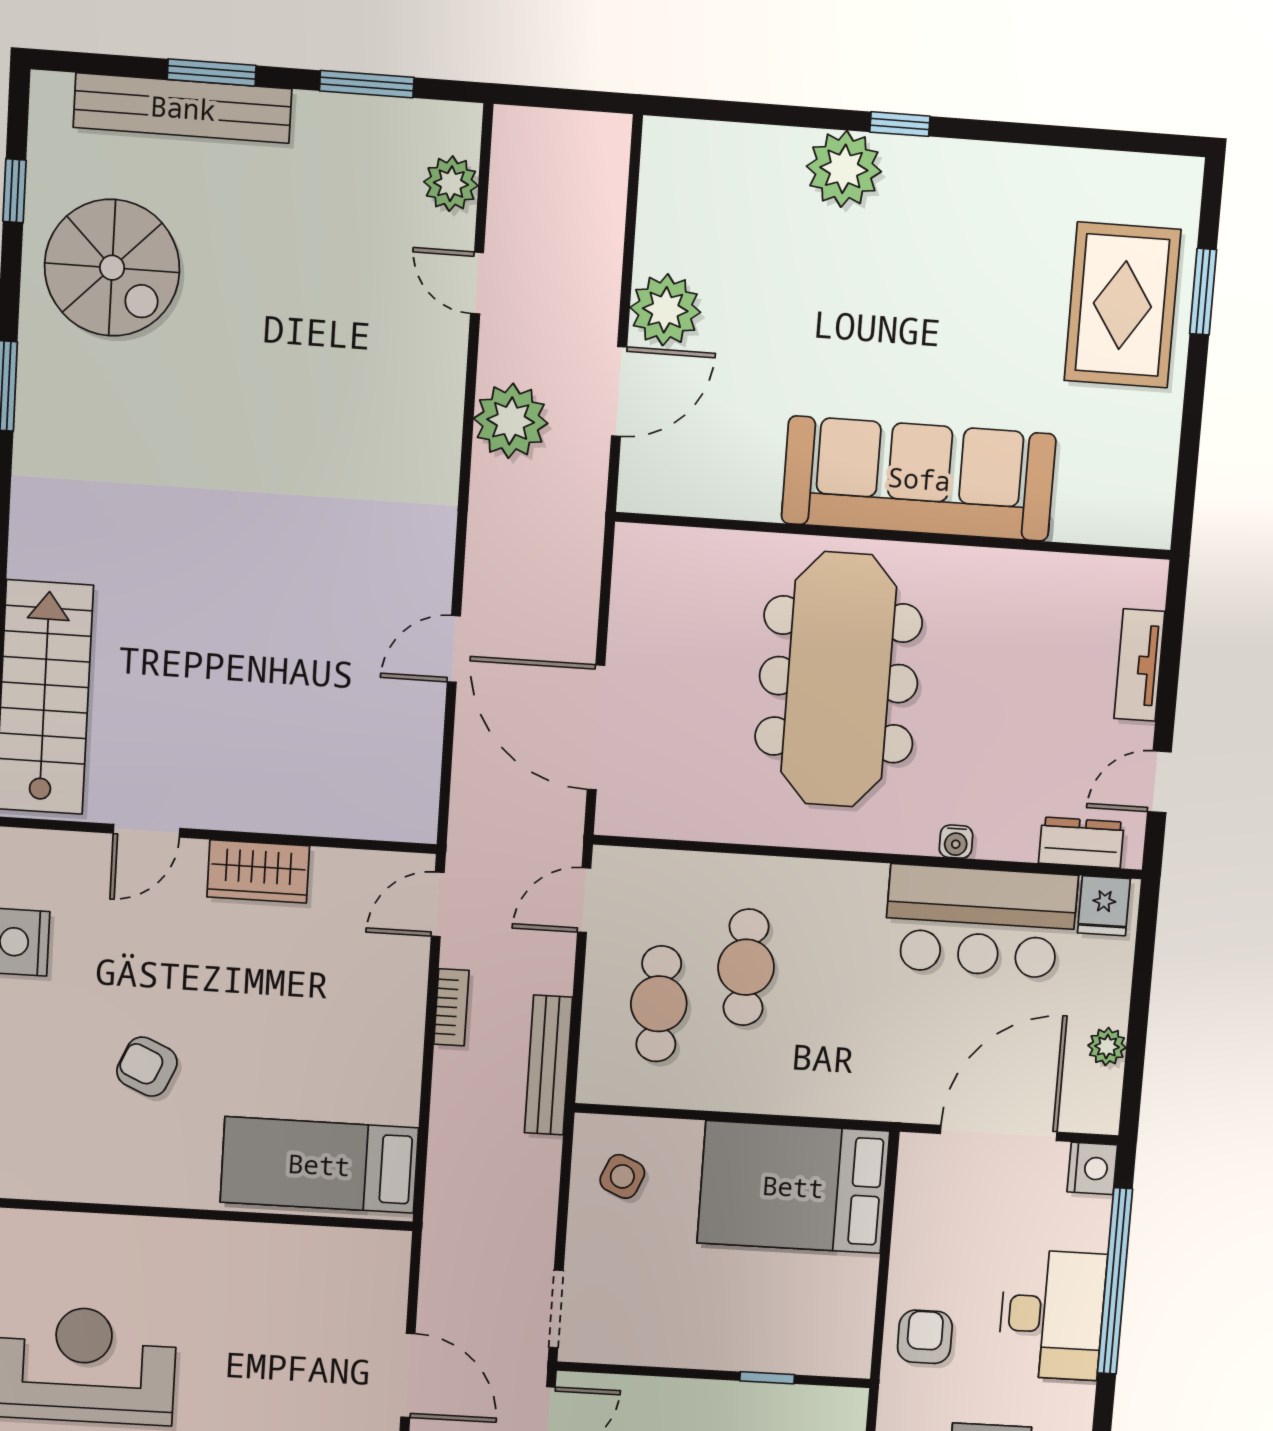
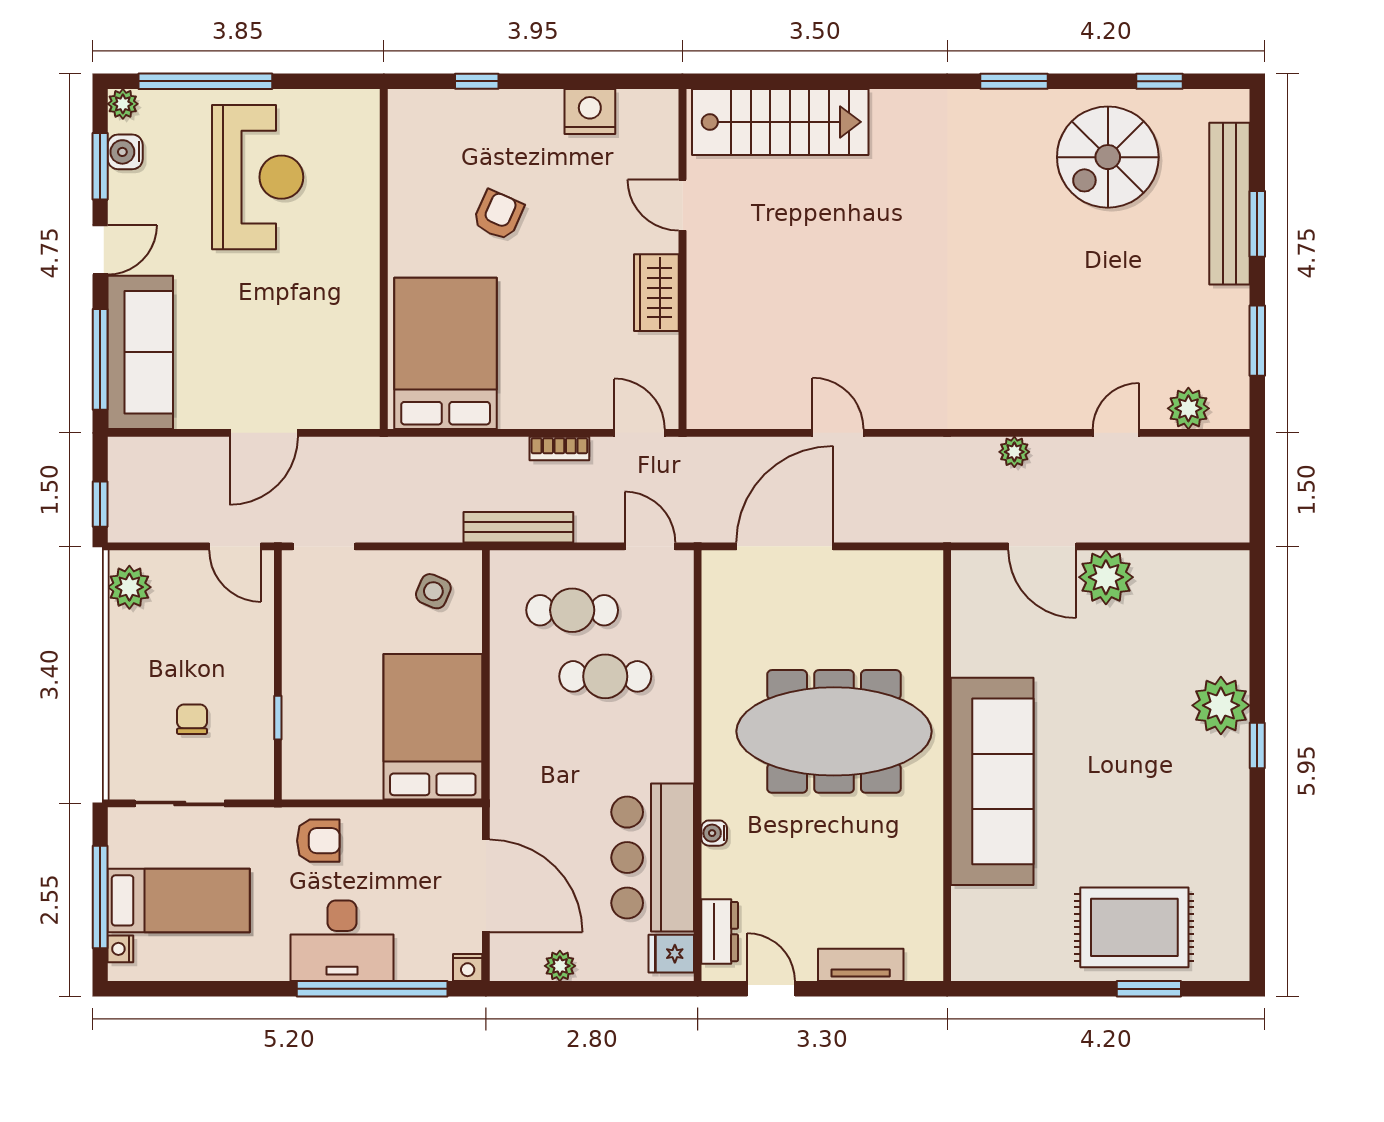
plant: (511, 421) -> (1014, 452), width x0.53, depth x0.53
bed: (319, 1165) -> (446, 353), width x1.50
nightstand: (1092, 1168) -> (468, 968), width x0.72, depth x0.74

